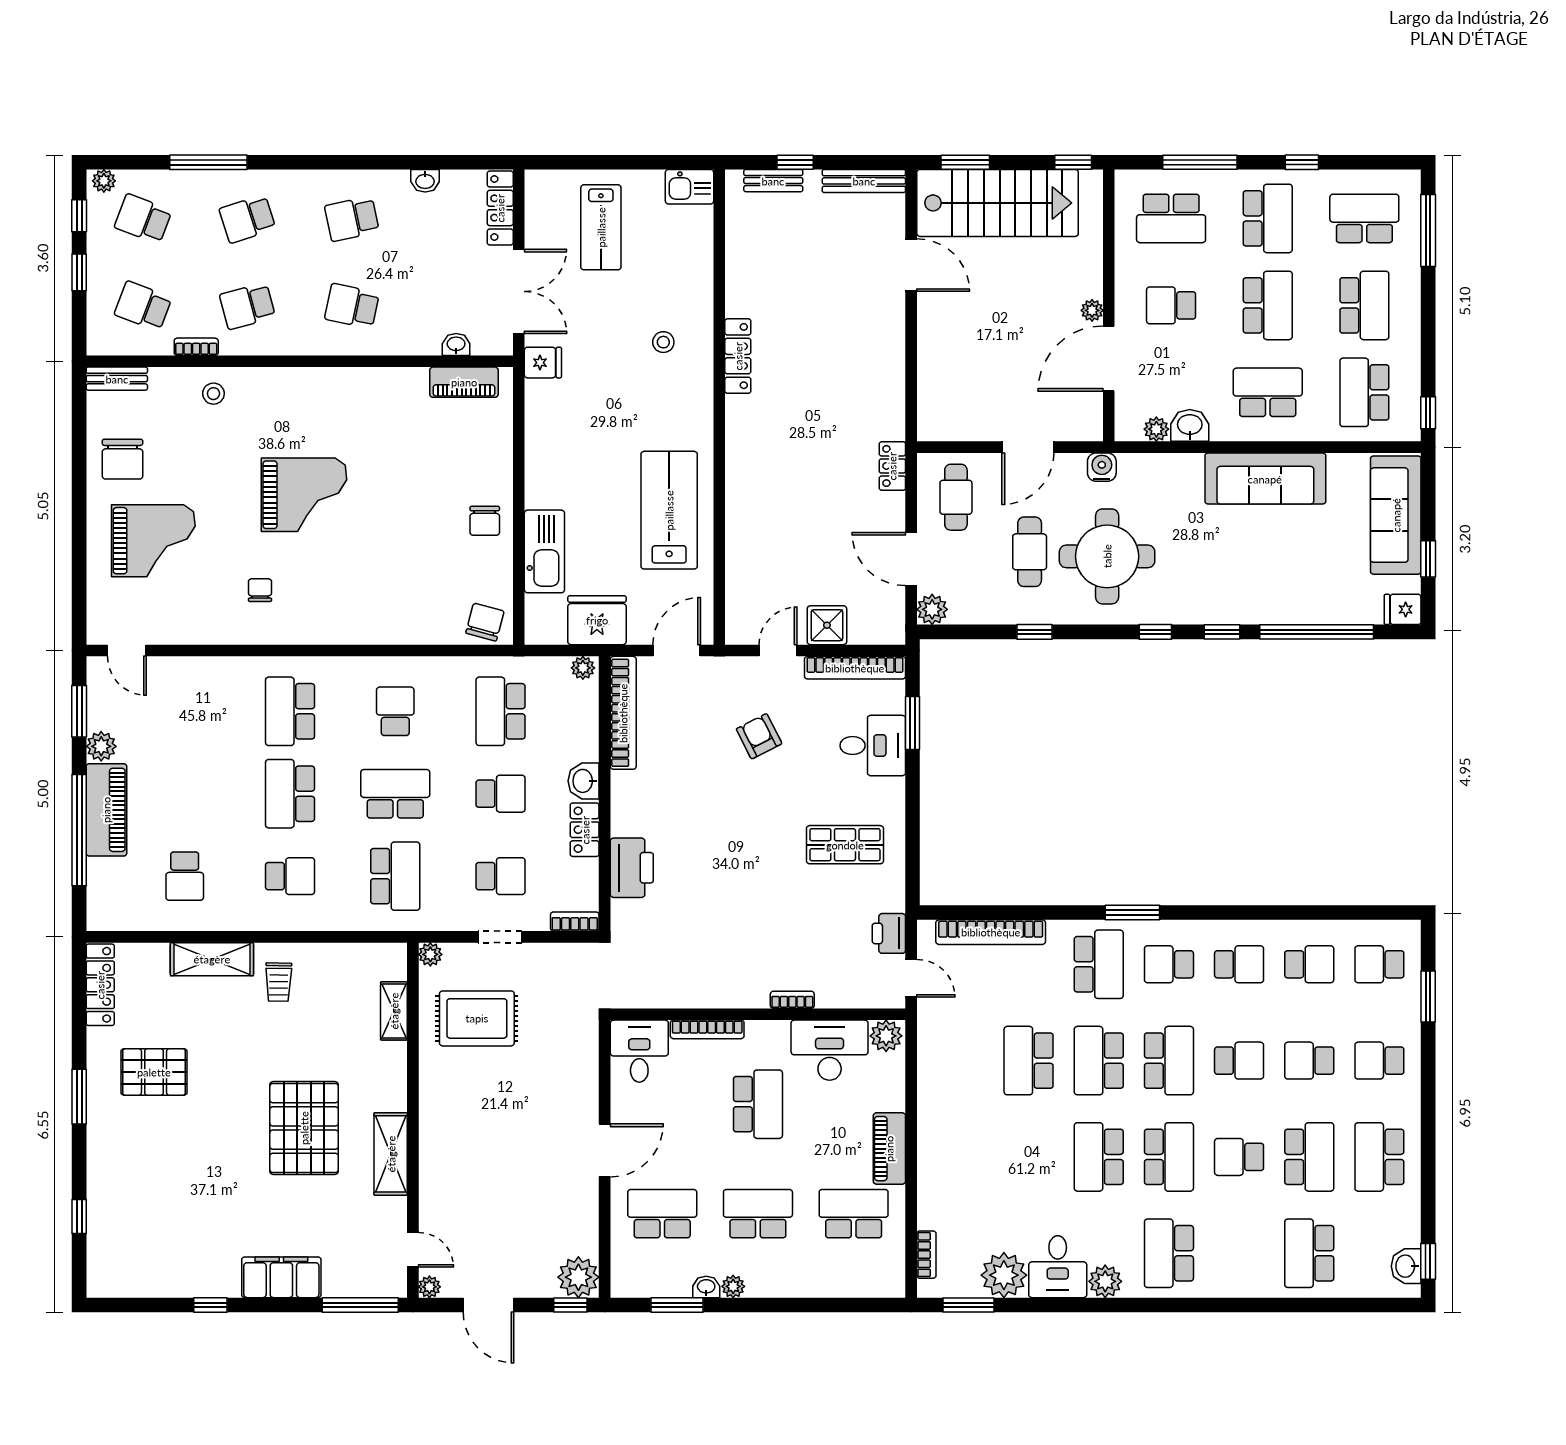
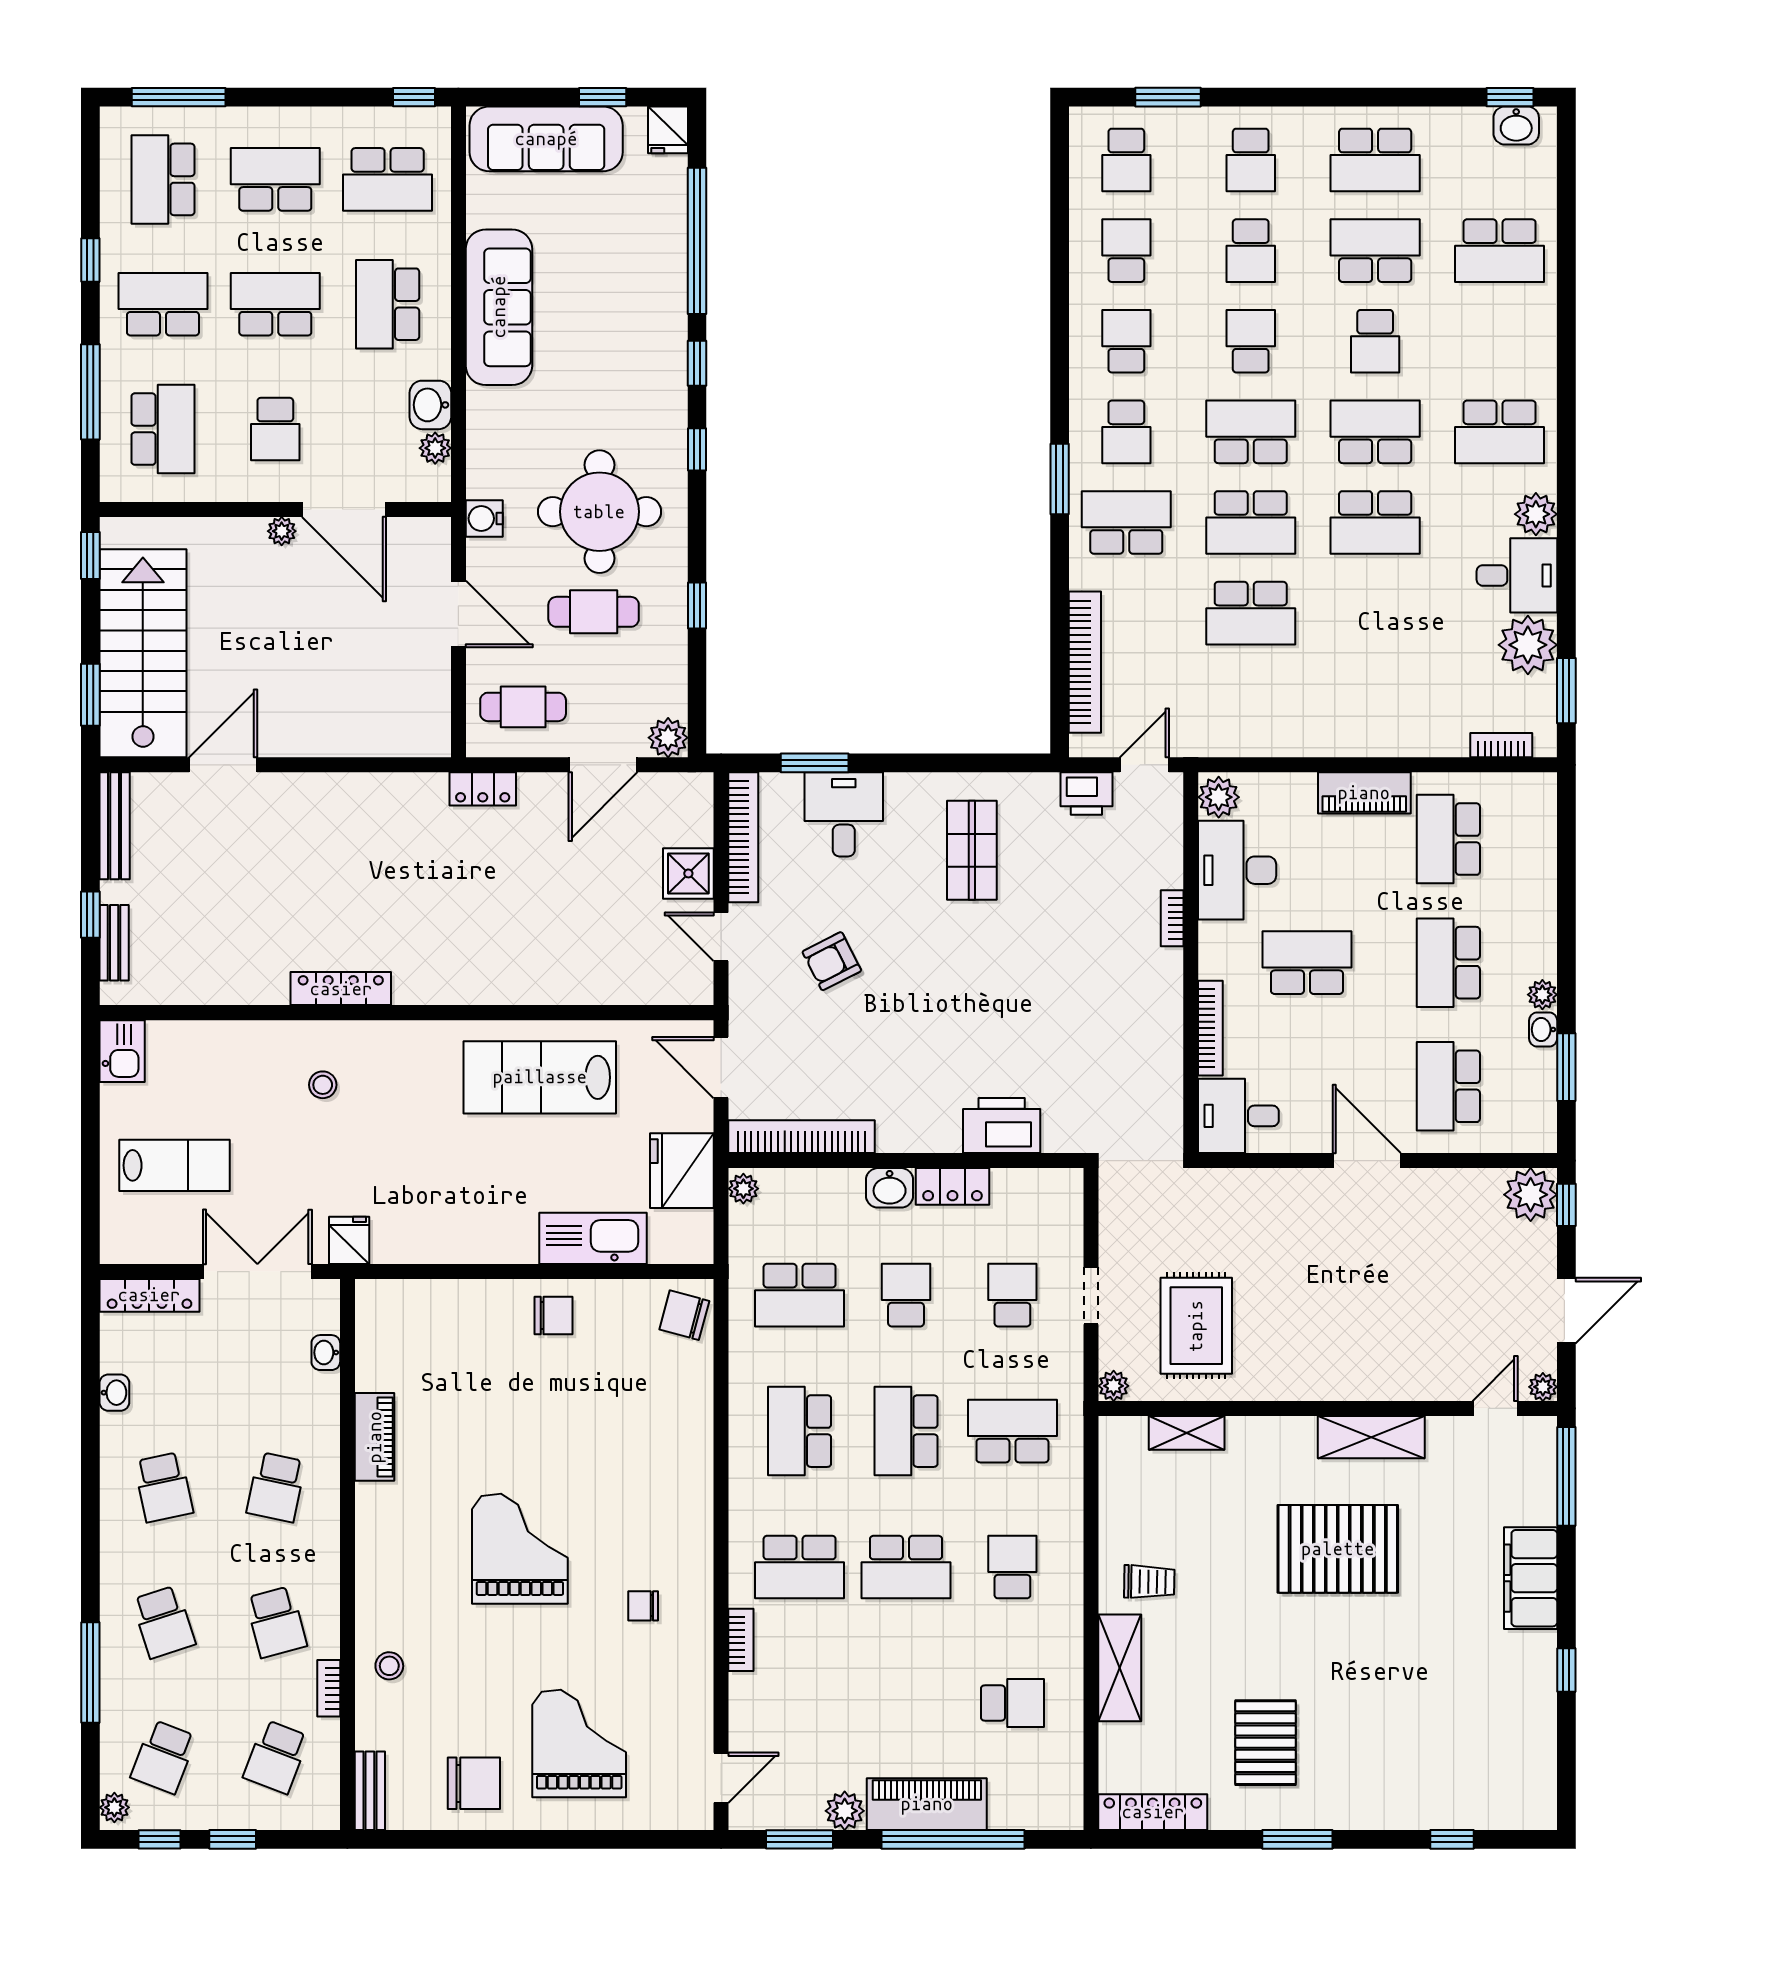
piano: (464, 382) -> (375, 1437), moved
school desk: (395, 711) -> (800, 1431), width x1.85
bookcase: (575, 922) -> (741, 1640), moved, turned 180

